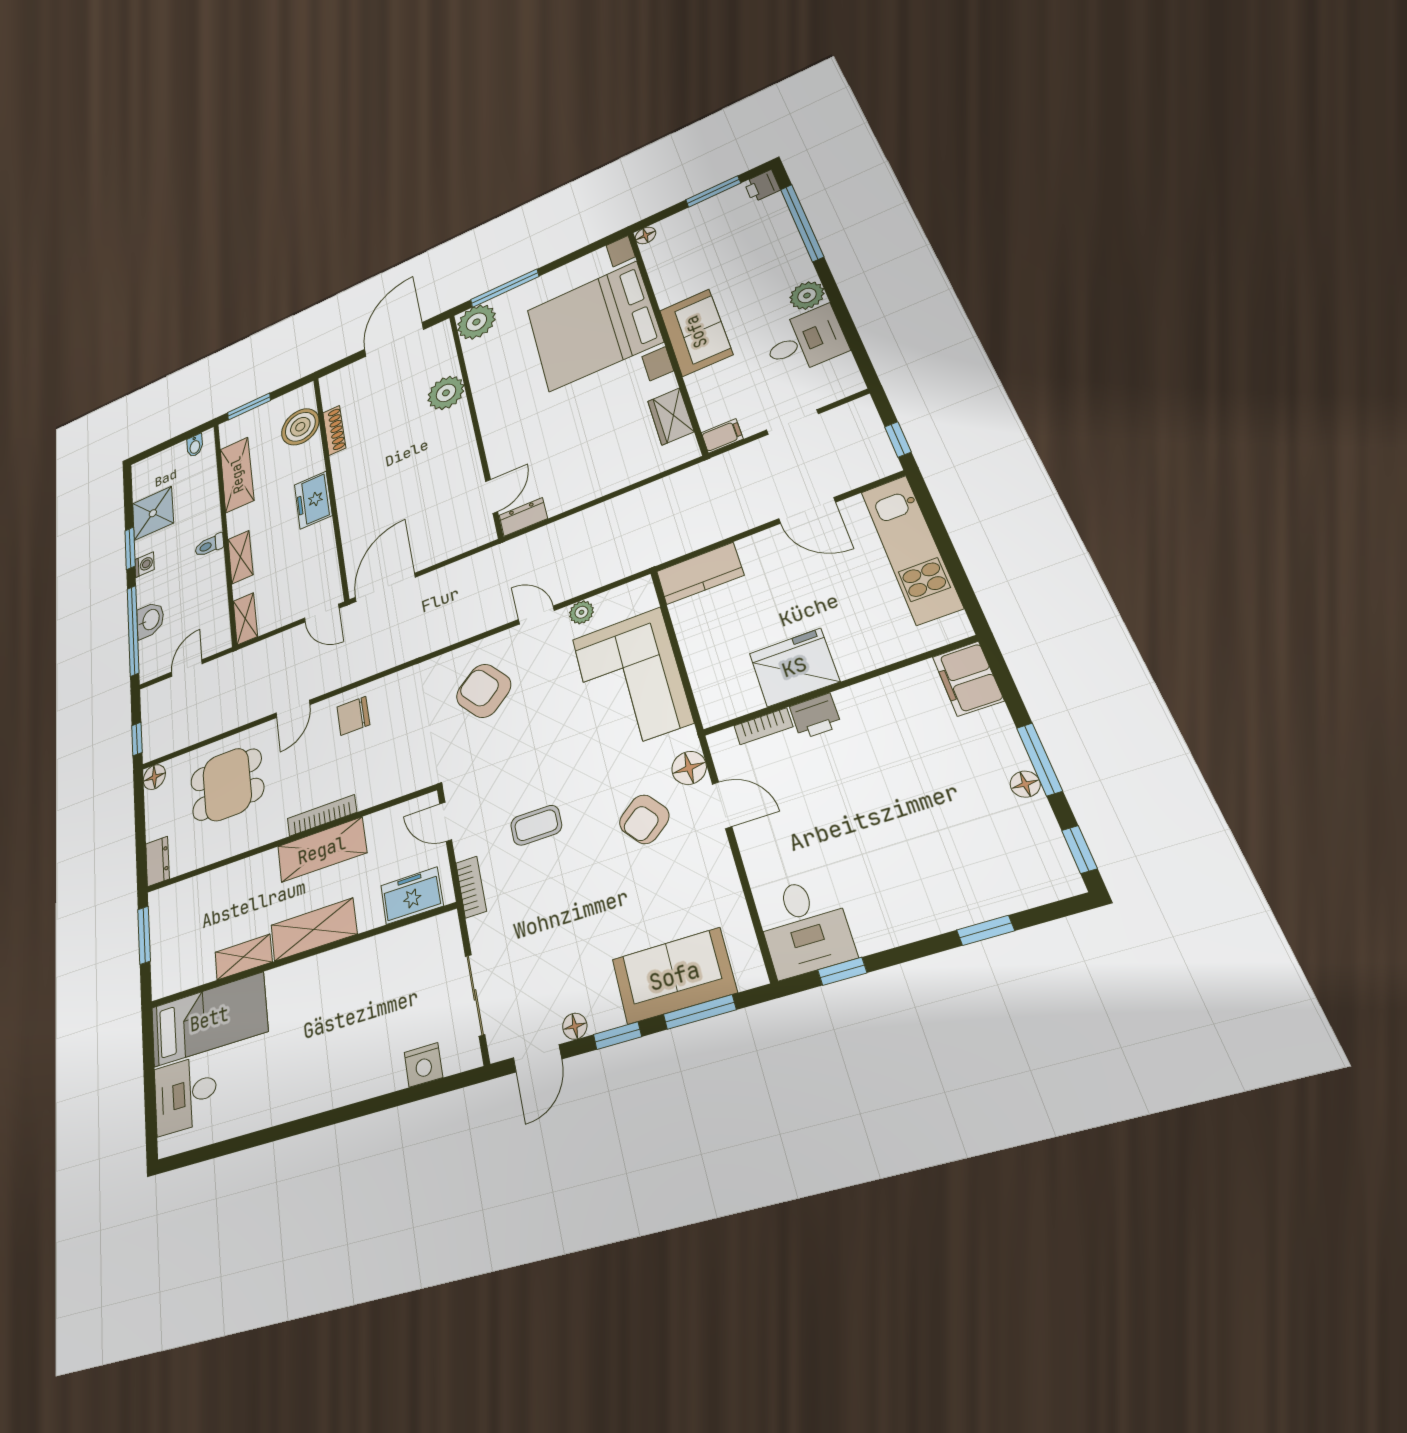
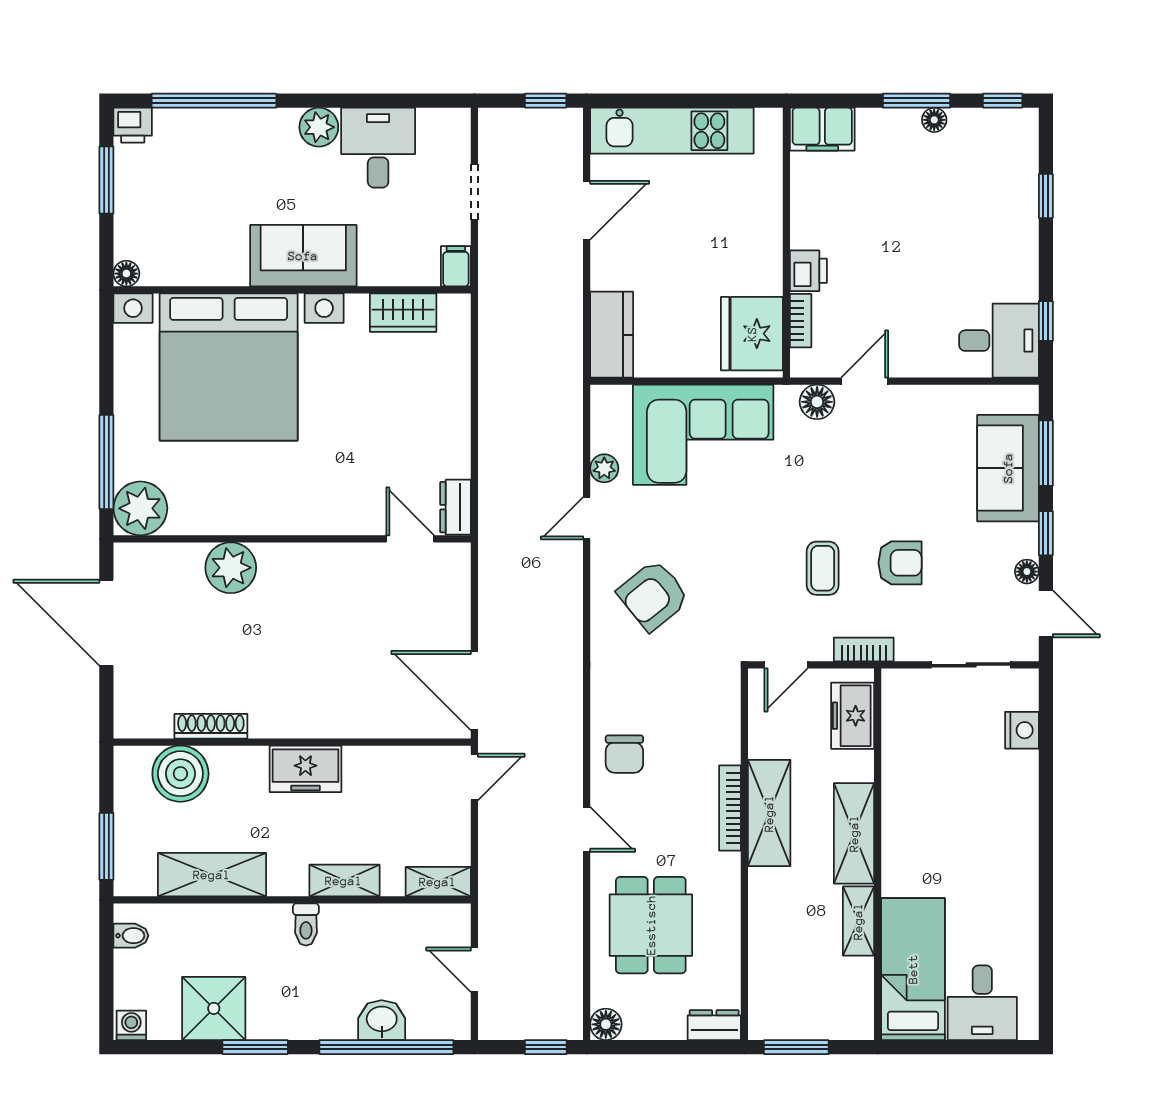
washing machine: (144, 565) -> (131, 1025), moved
fridge: (794, 667) -> (752, 334), moved
armchair: (644, 819) -> (900, 563), moved, turned -52

